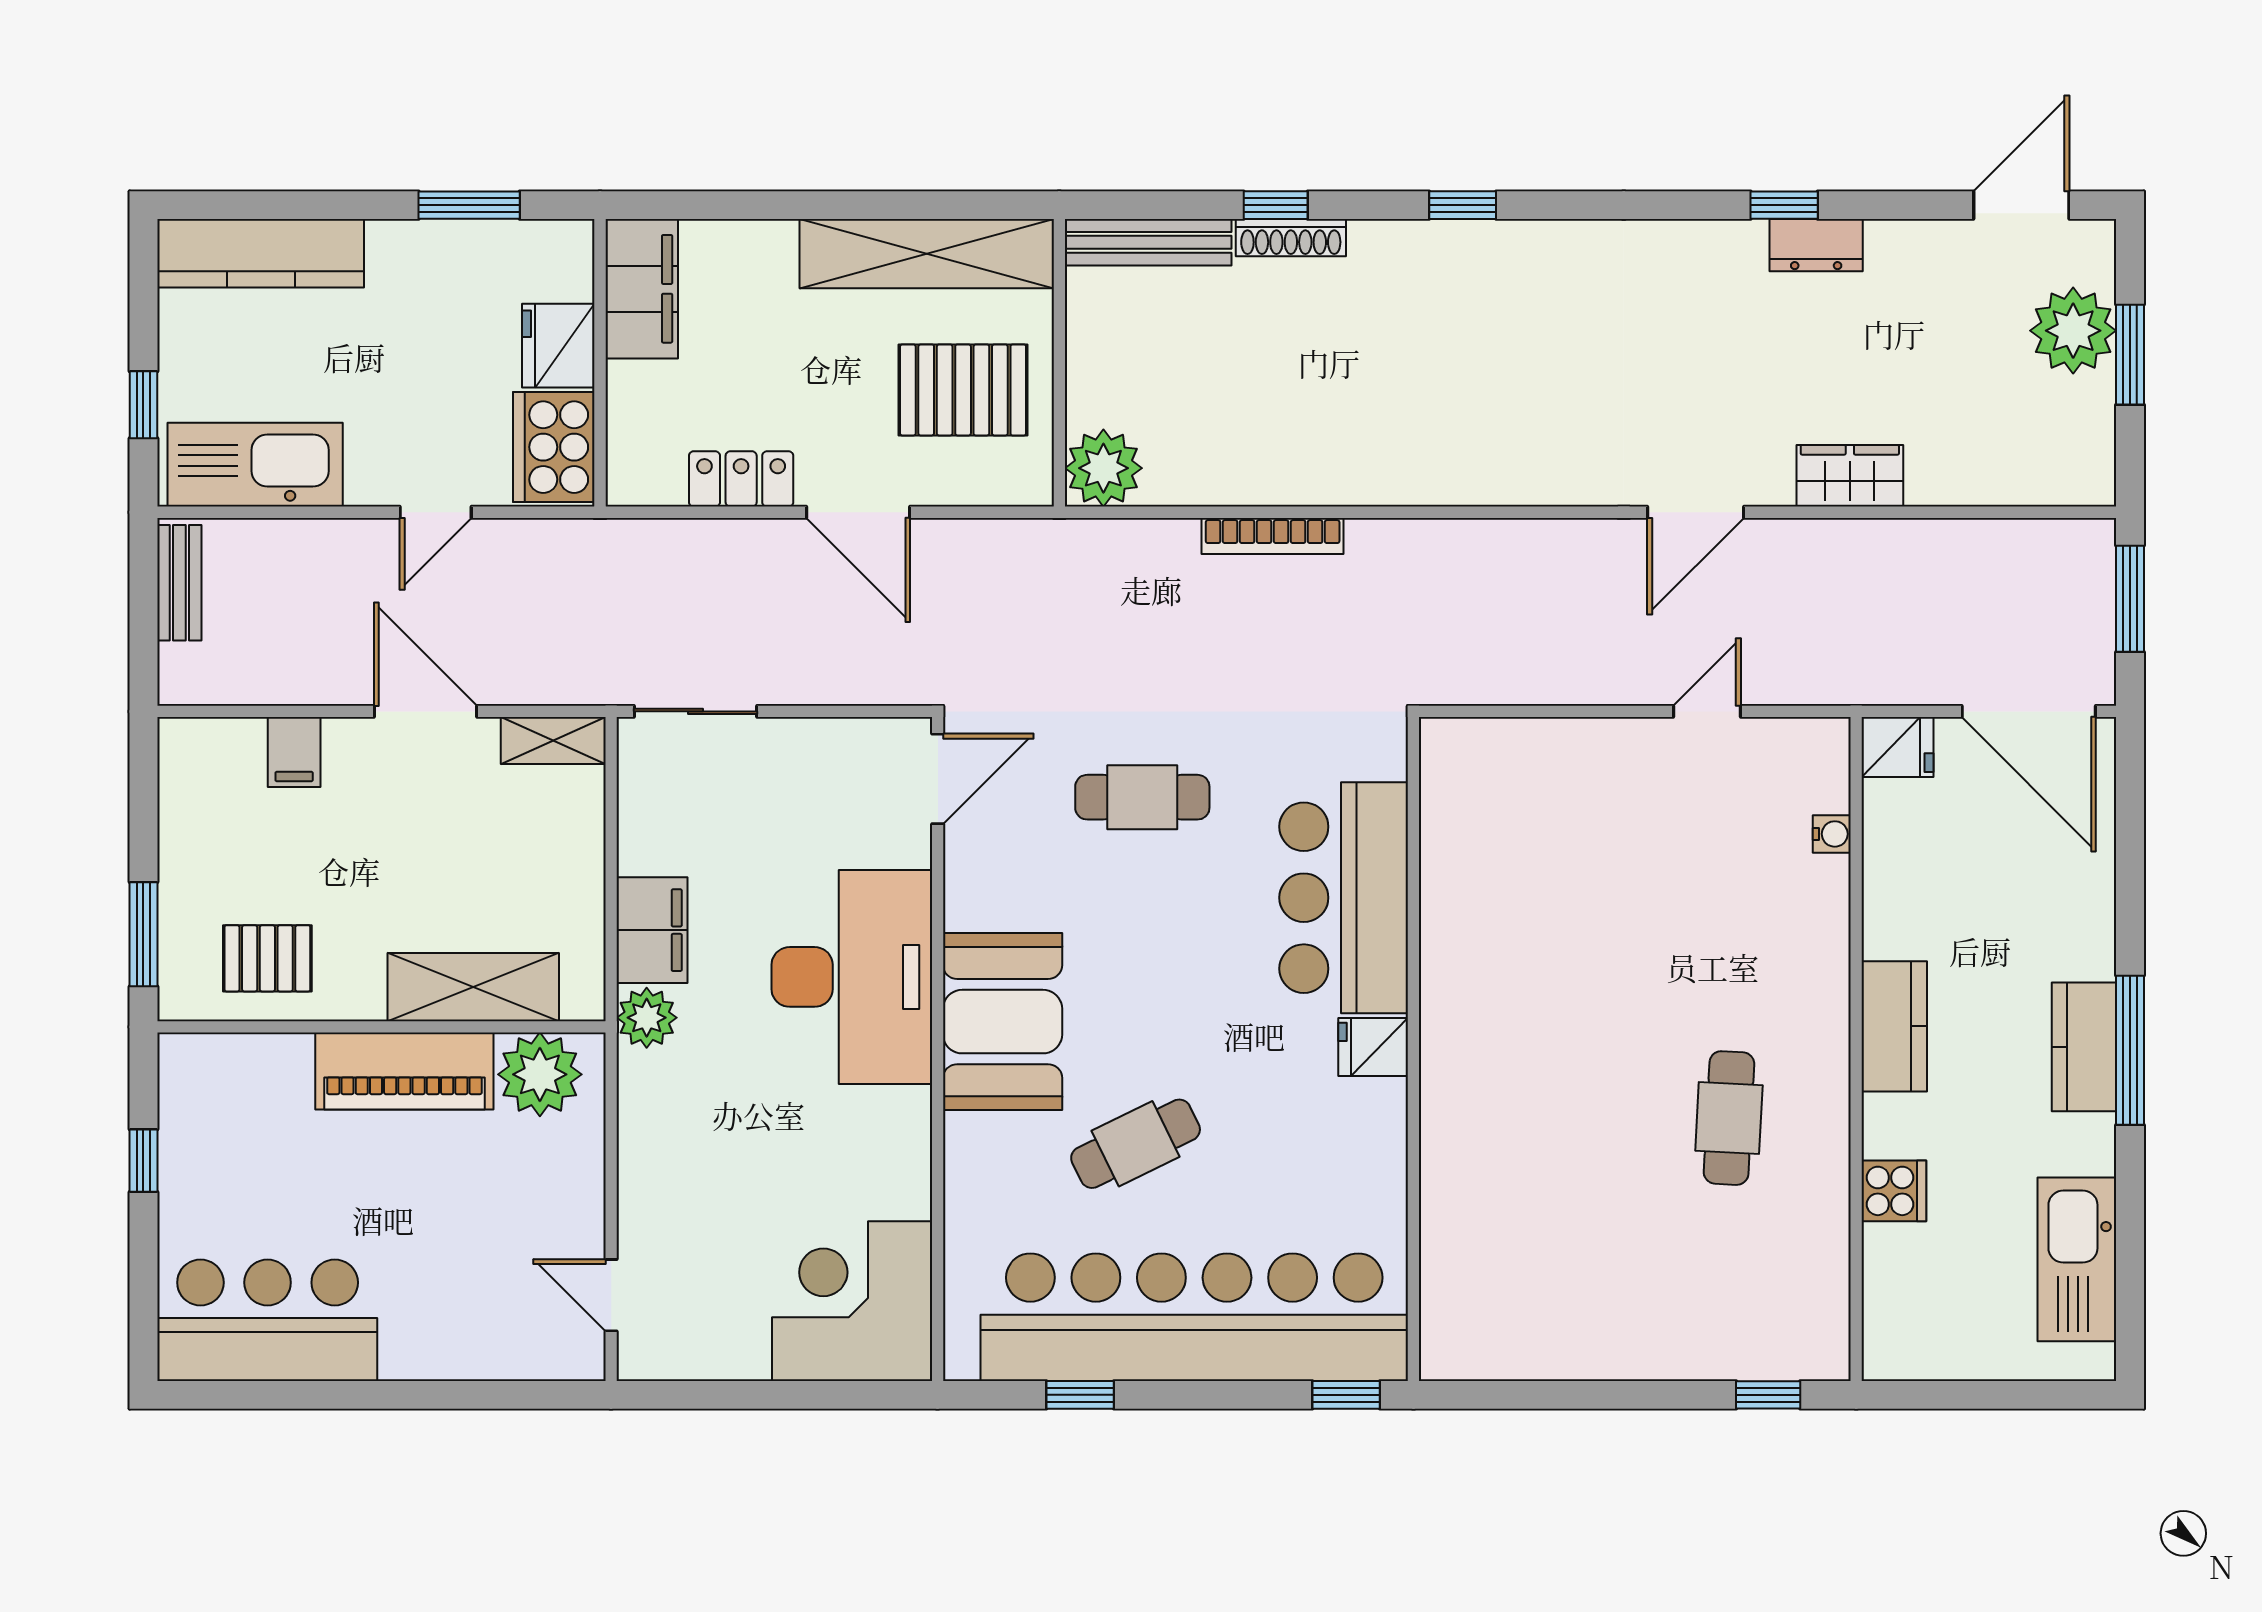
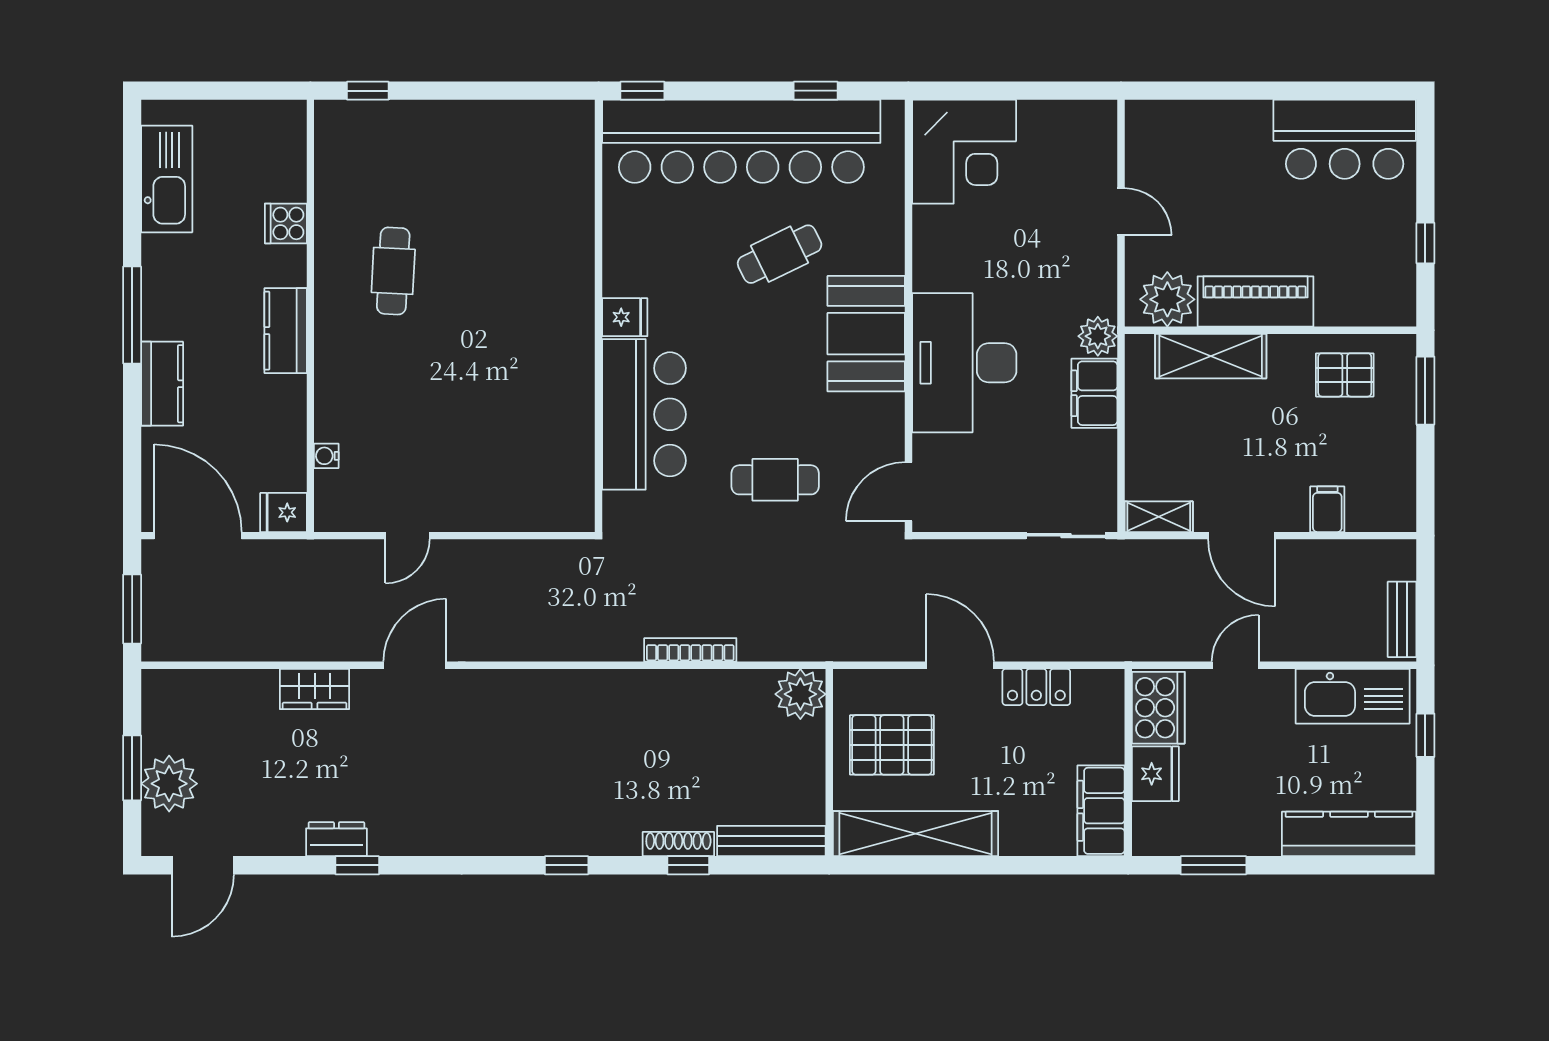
kitchen counter: (2084, 1047) -> (162, 384), moved
door: (611, 1295) -> (1121, 212), moved

